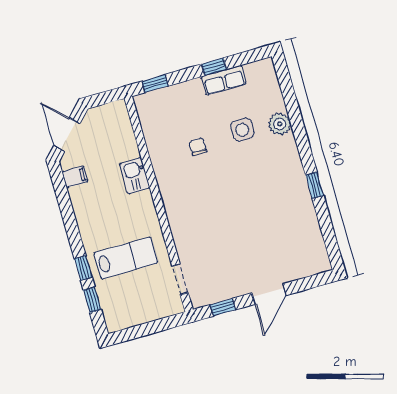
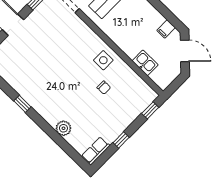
row of seats: (224, 80) -> (96, 151), moved
side table: (242, 130) -> (103, 60), moved
kitchen sink: (135, 176) -> (145, 63), moved

